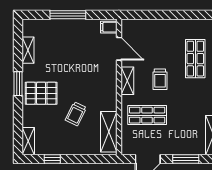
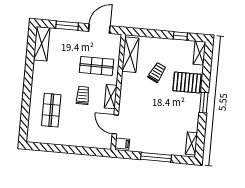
shelving: (28, 50) -> (191, 143), moved
pallet: (41, 93) -> (187, 82), moved

